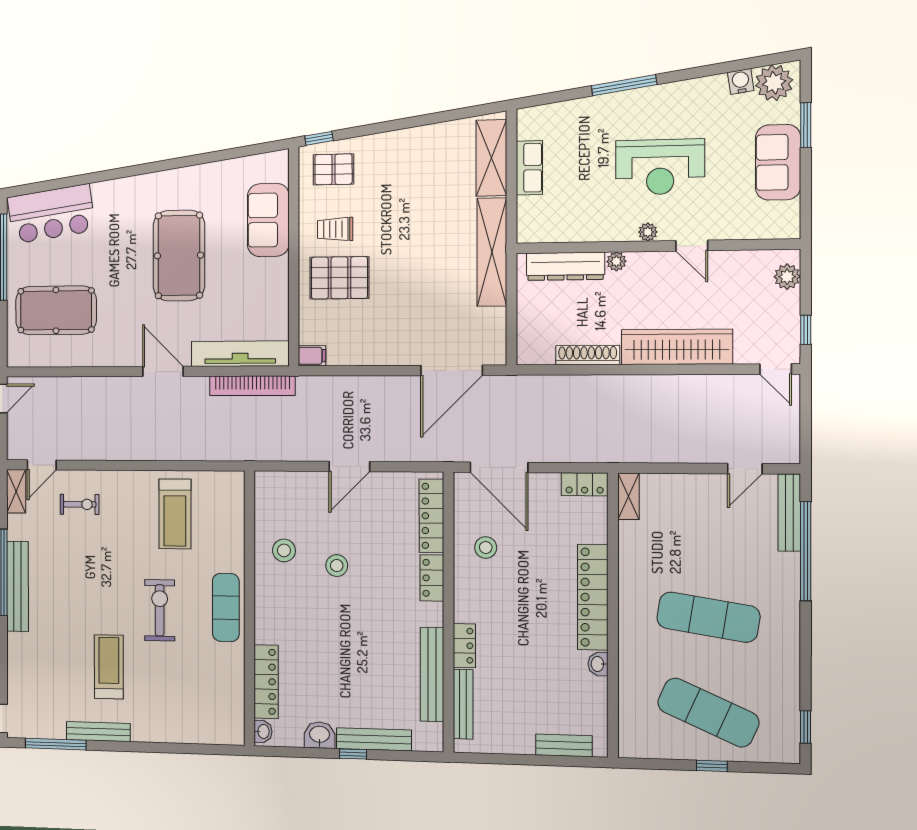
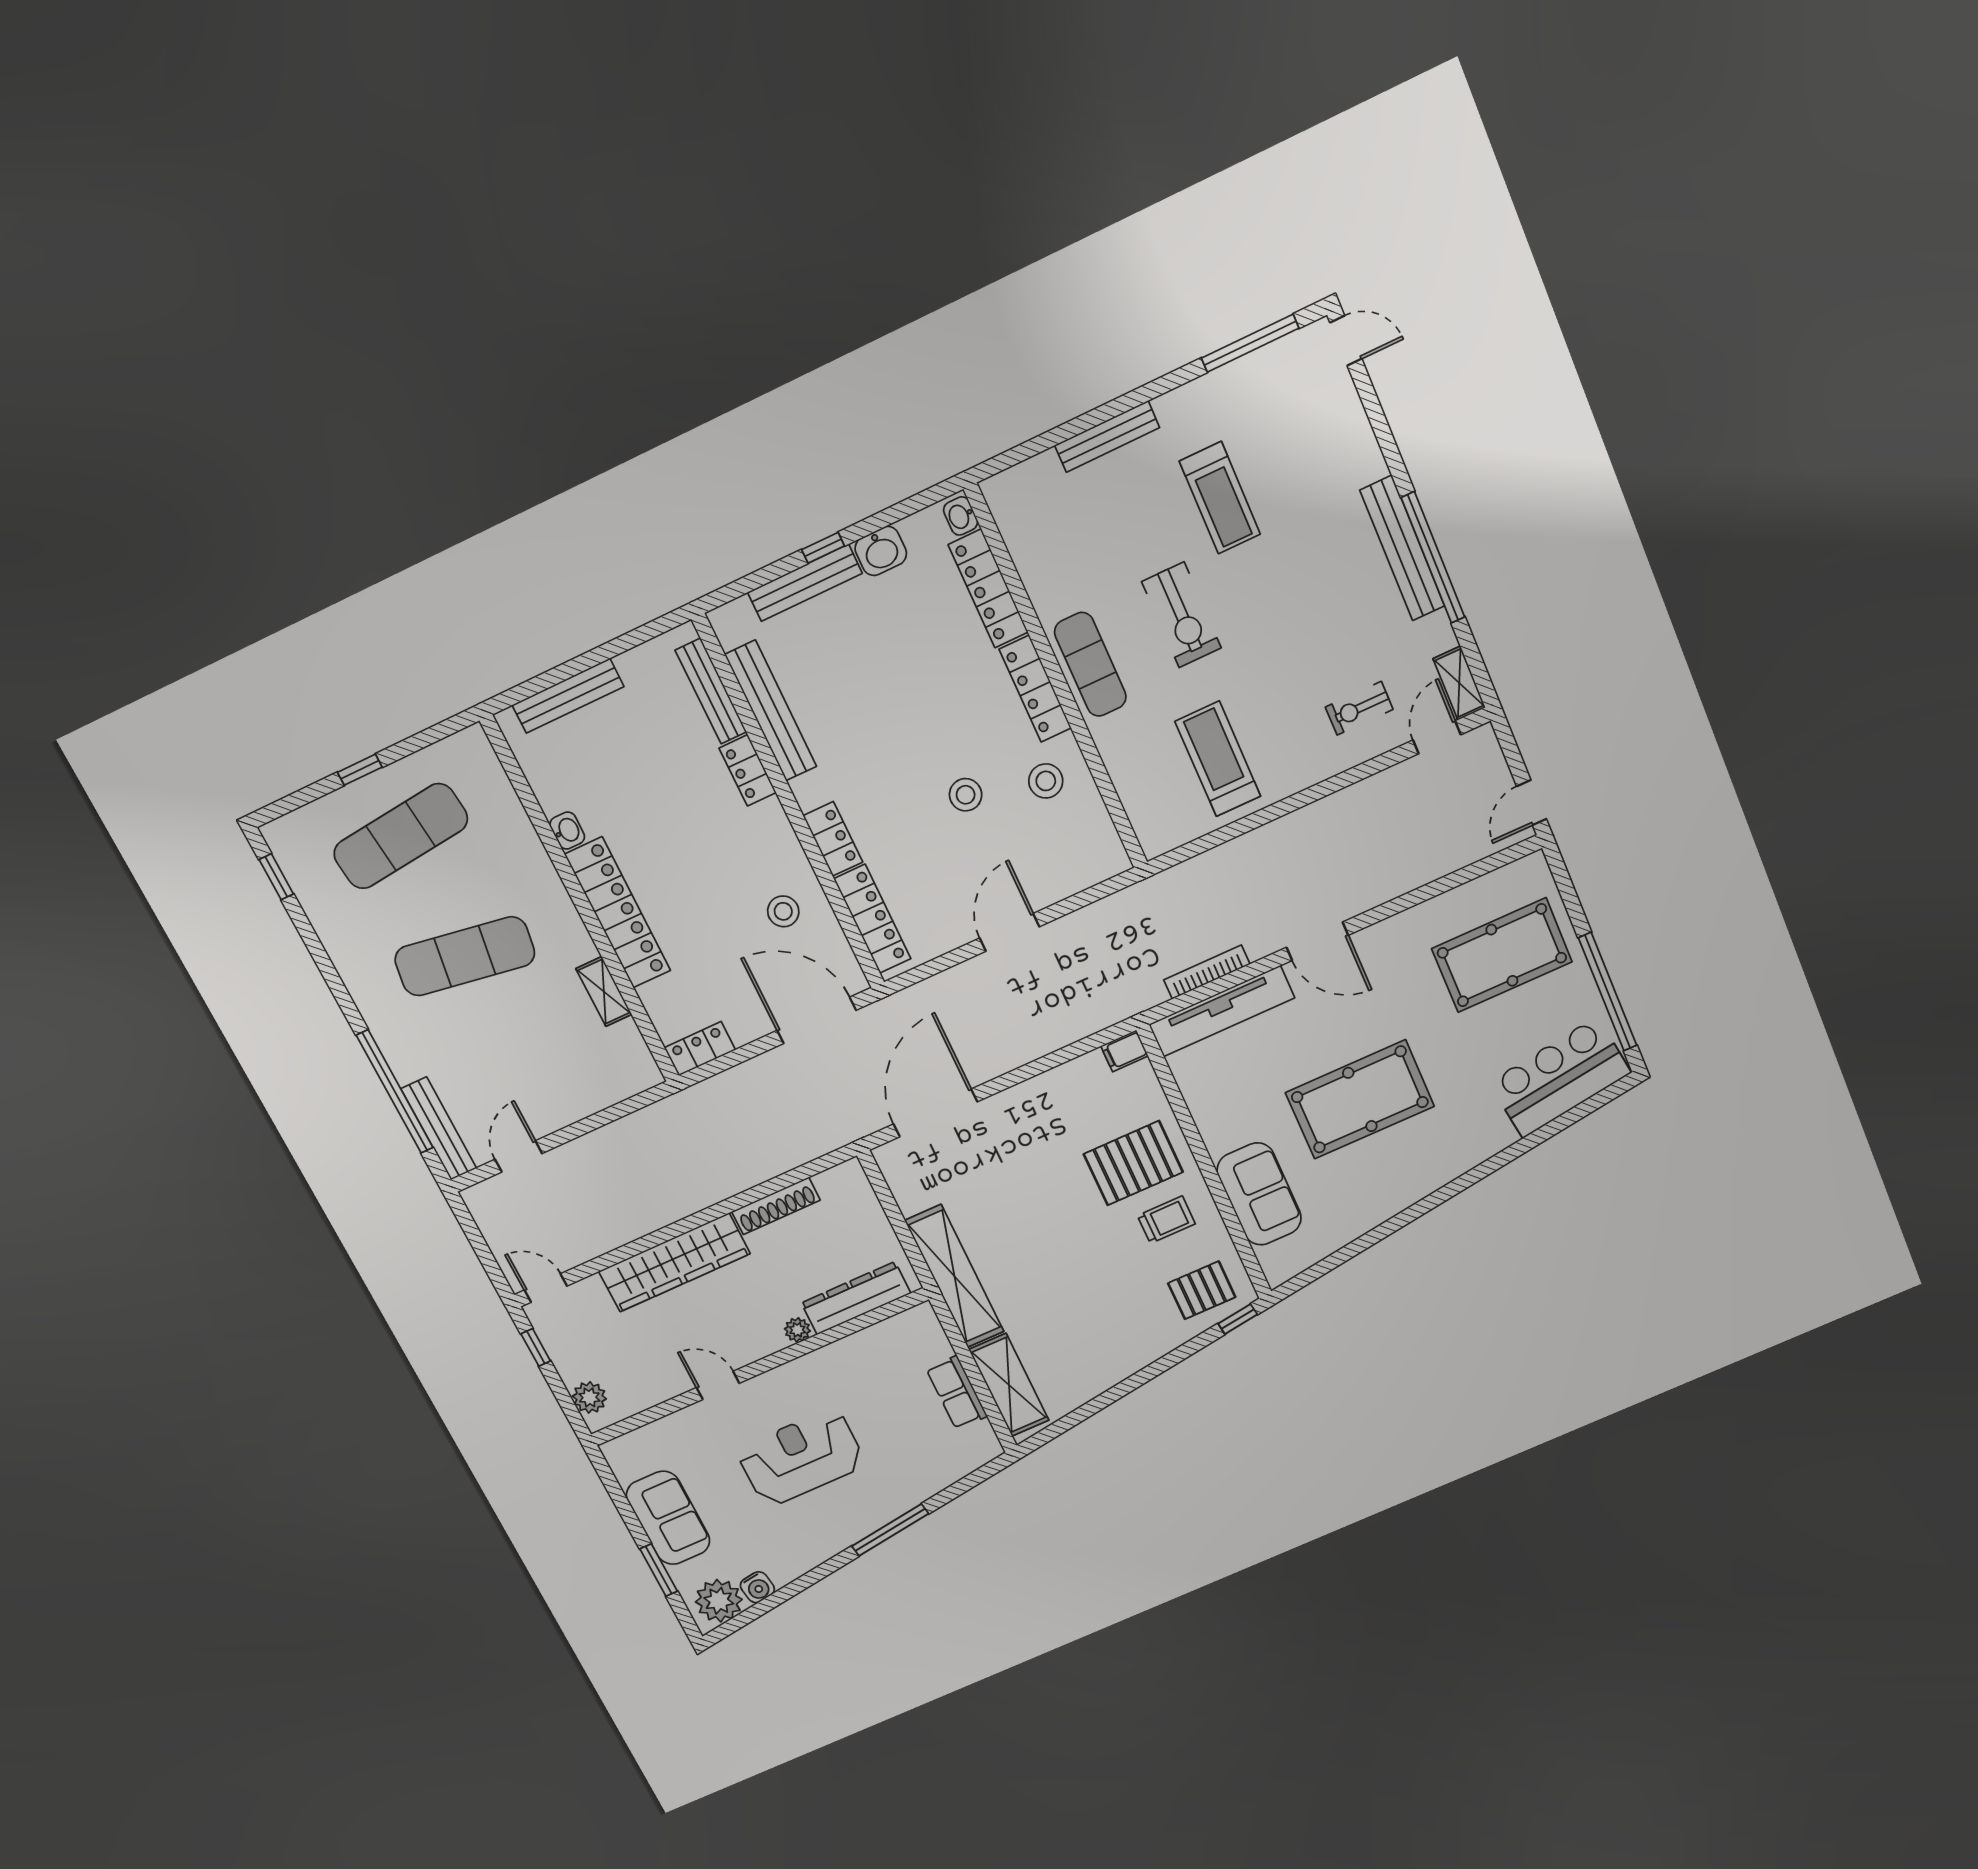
plant: (648, 232) -> (778, 1379), removed
pool table: (179, 255) -> (1360, 1100), turned 90
bookcase: (252, 386) -> (1207, 972), width x0.68, depth x0.76
shelving: (628, 496) -> (604, 992), moved
locker: (265, 609) -> (1035, 689), added
exercise mat: (708, 713) -> (401, 836), turned -30
bench: (98, 732) -> (1107, 437), moved
bench: (564, 745) -> (568, 696), width x1.36

